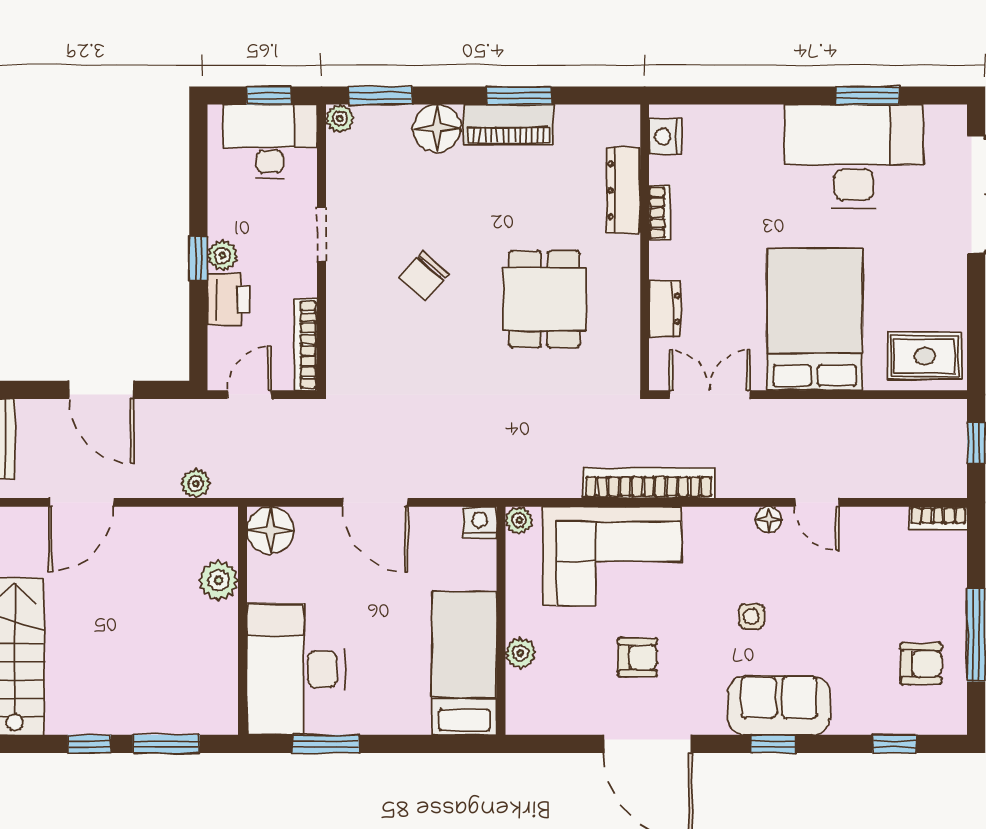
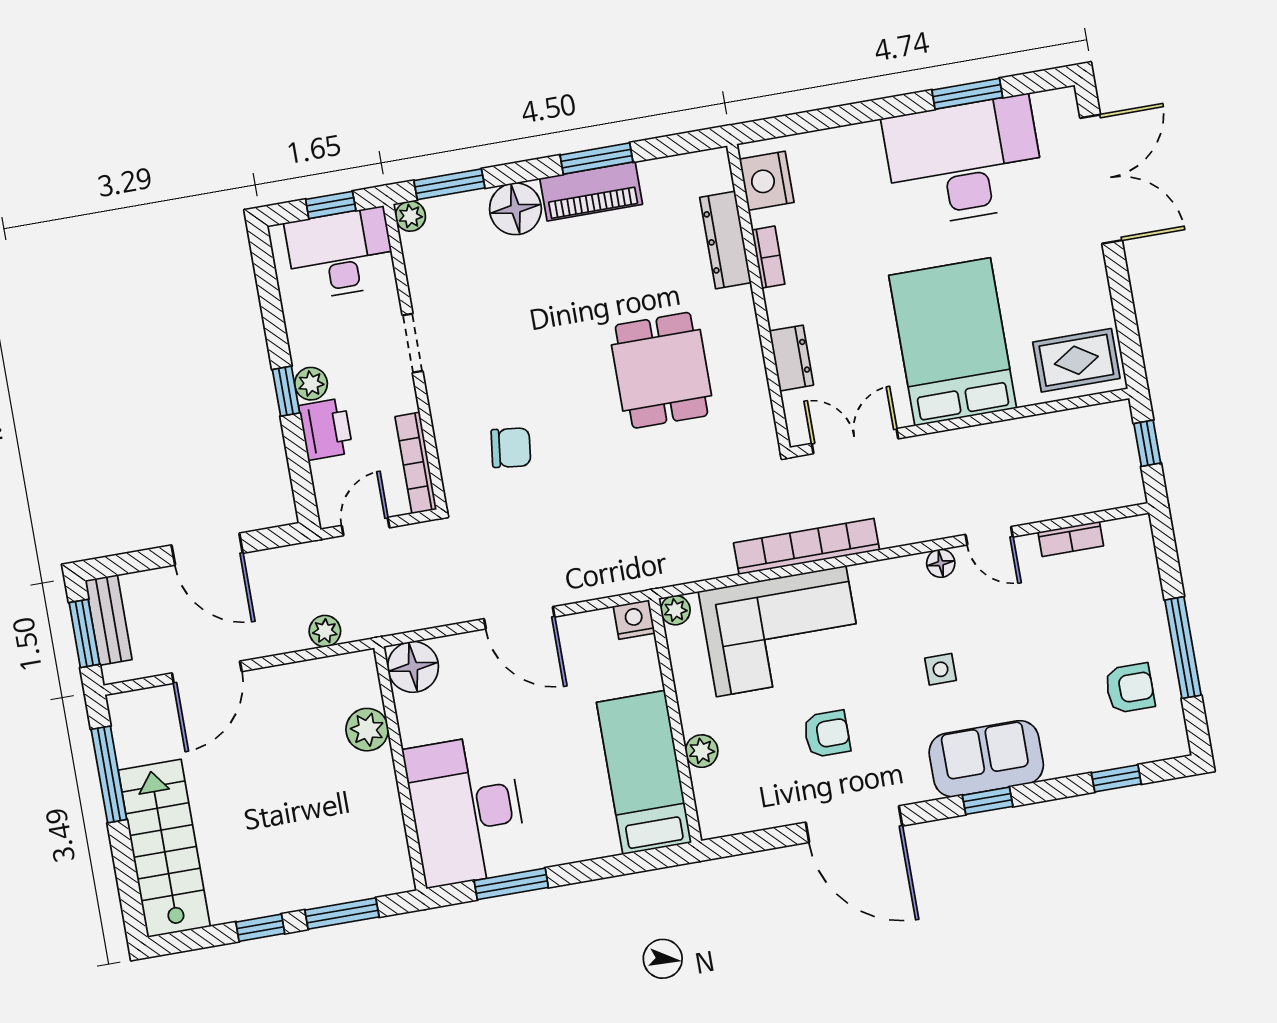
nightstand: (665, 137) -> (767, 181), width x1.36, depth x1.33
chair: (424, 276) -> (511, 448), moved, turned -125
bookcase: (938, 518) -> (1071, 539), moved

